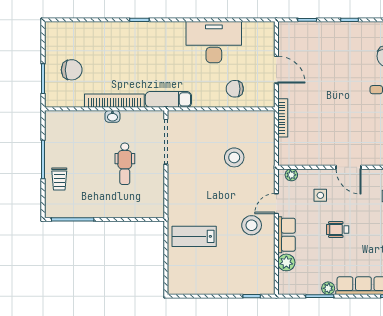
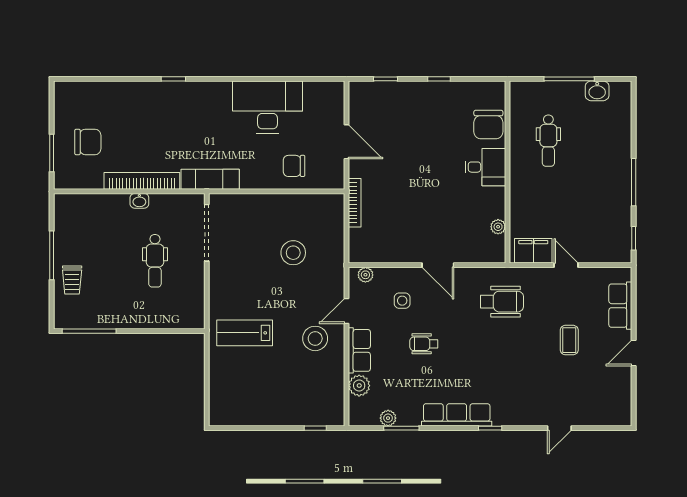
lab bench: (194, 236) -> (245, 333), moved
plant: (328, 288) -> (388, 418), moved

